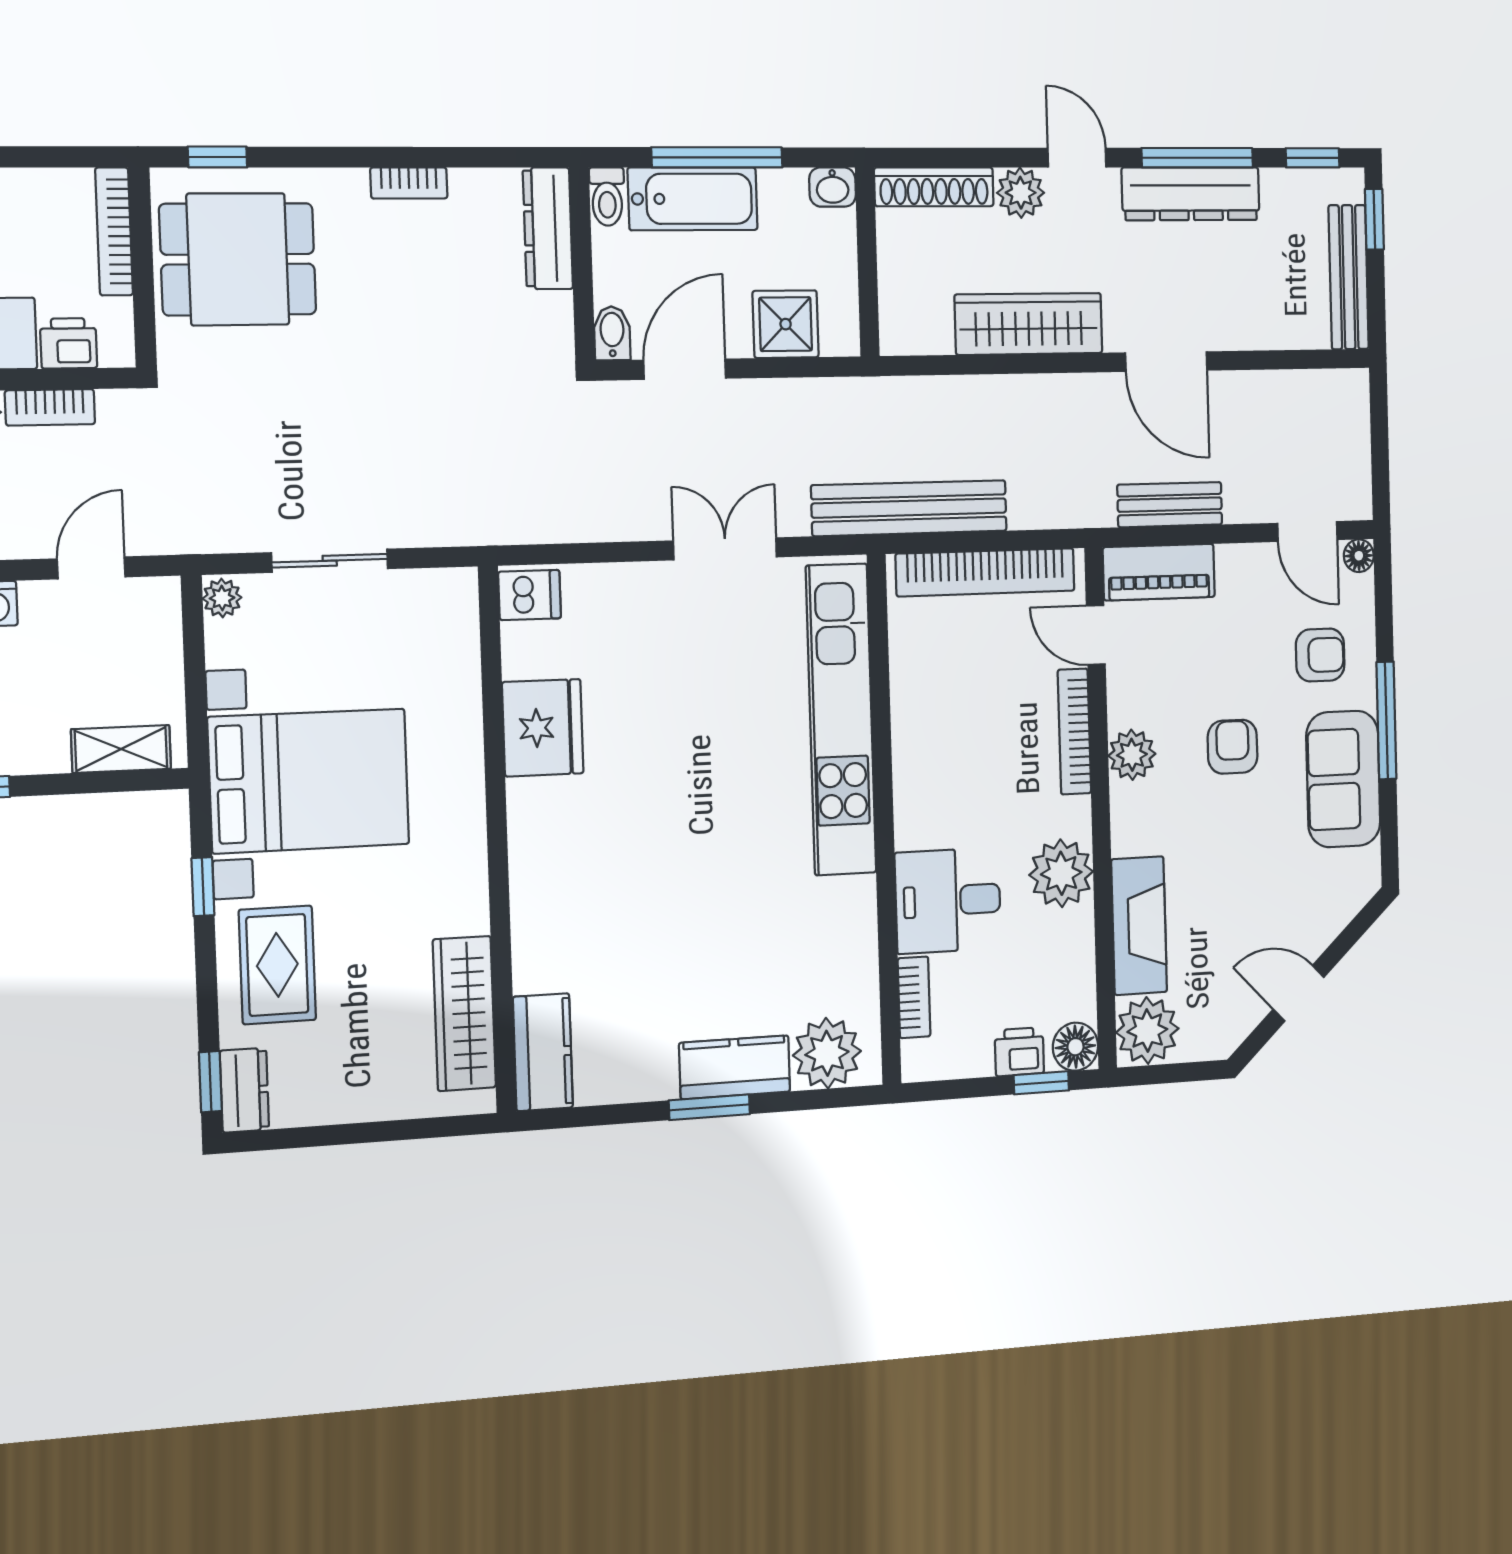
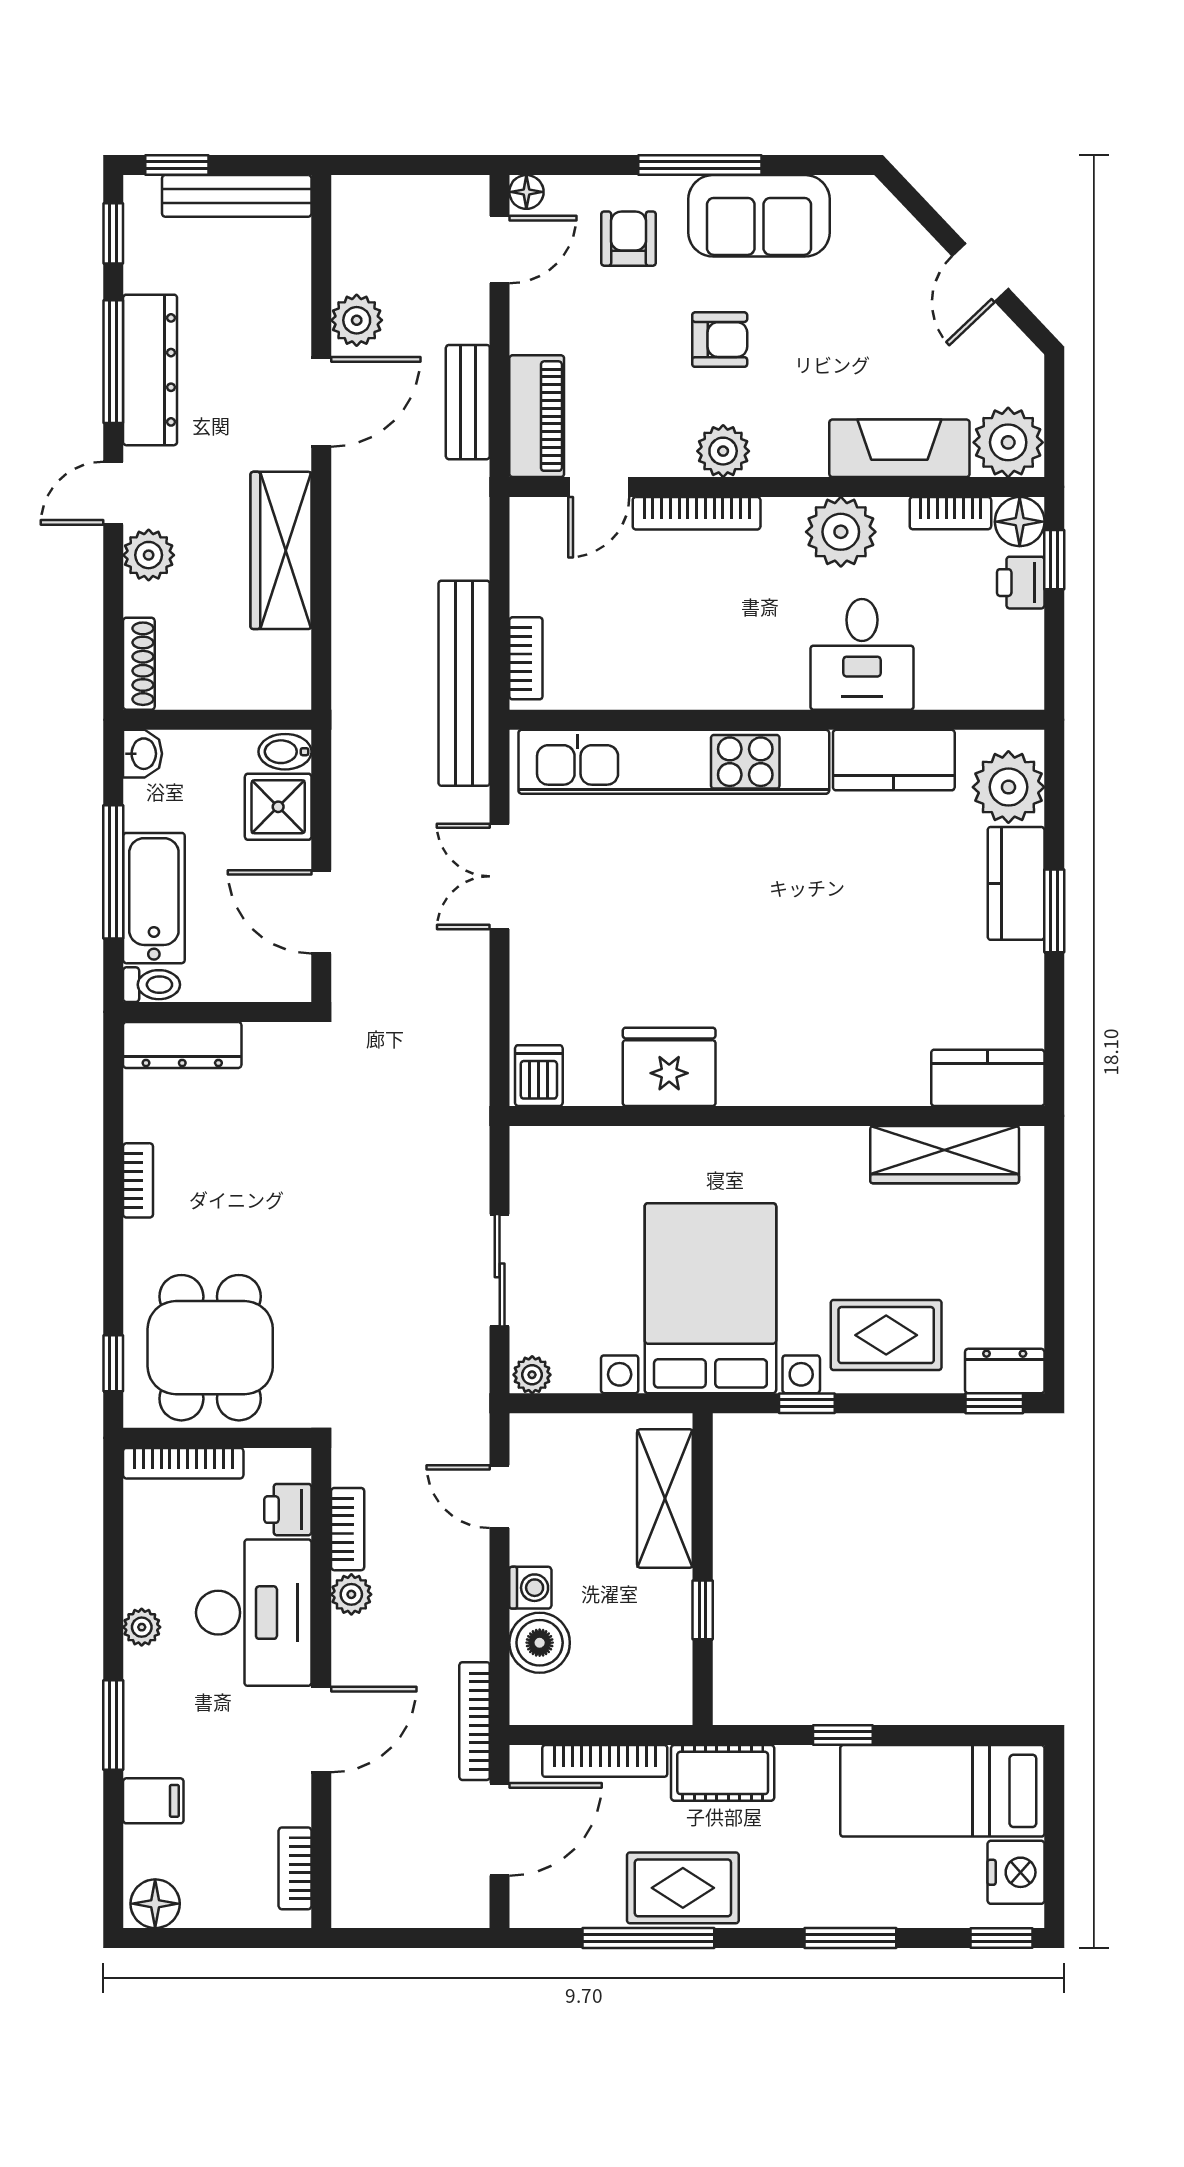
shoe rack: (934, 187) -> (139, 664), width x0.74, depth x0.81
bidet: (612, 333) -> (285, 752), moved
plant: (1241, 395) -> (357, 320), added
bookcase: (985, 572) -> (526, 658), width x0.43, depth x0.76
armchair: (1233, 747) -> (720, 340), turned 180
shelving: (121, 749) -> (665, 1499), width x1.50, depth x1.33
kitchen counter: (849, 938) -> (894, 760), added
bookcase: (914, 997) -> (950, 513), moved, turned 180

